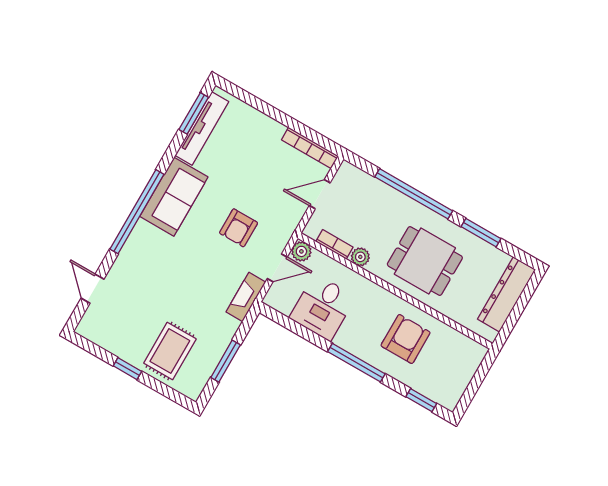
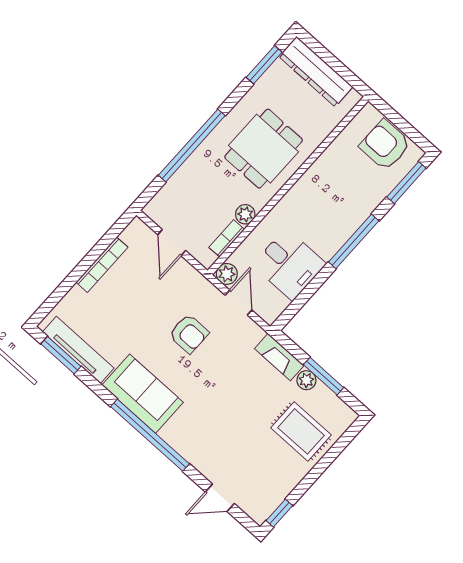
bookcase: (310, 148) -> (102, 265), moved
window: (481, 233) -> (264, 65), moved
fireplace: (246, 297) -> (279, 357), moved
armchair: (406, 339) -> (385, 145), moved
plant: (218, 346) -> (306, 380), added
window: (127, 369) -> (279, 513), moved
window: (421, 400) -> (406, 183), width x1.50

